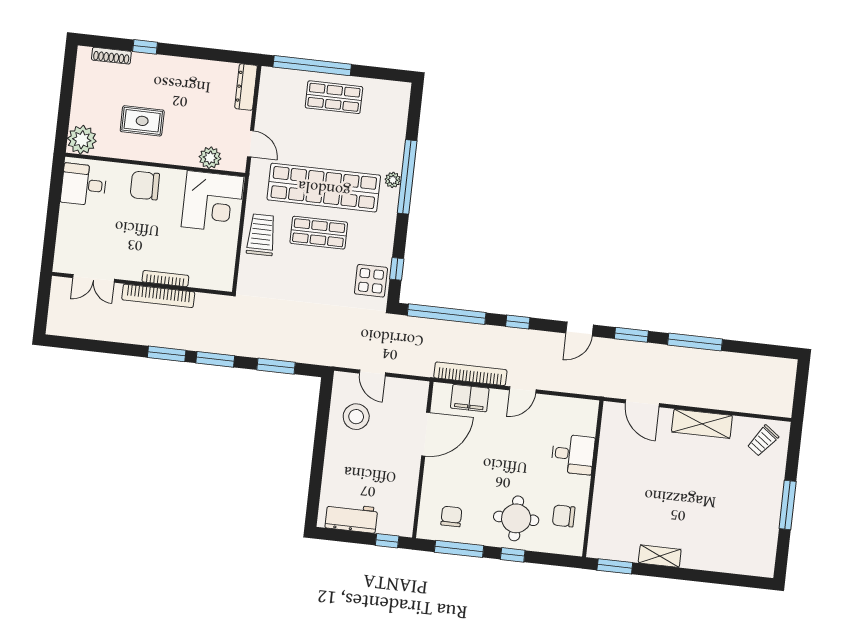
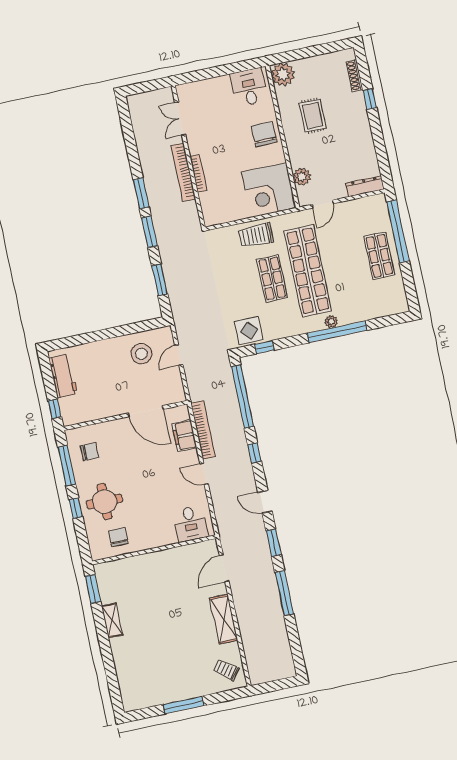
trolley: (261, 235) -> (256, 235), turned 180
desk: (573, 454) -> (190, 524), moved

